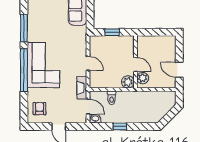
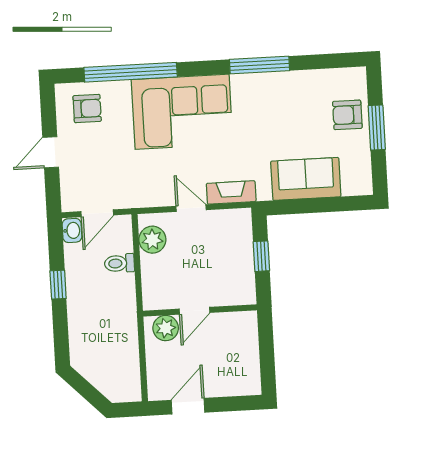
door: (88, 63) -> (191, 208), swing flipped
window: (24, 70) -> (131, 72), moved
plant: (128, 82) -> (152, 240), moved
fireplace: (82, 88) -> (231, 192), moved

